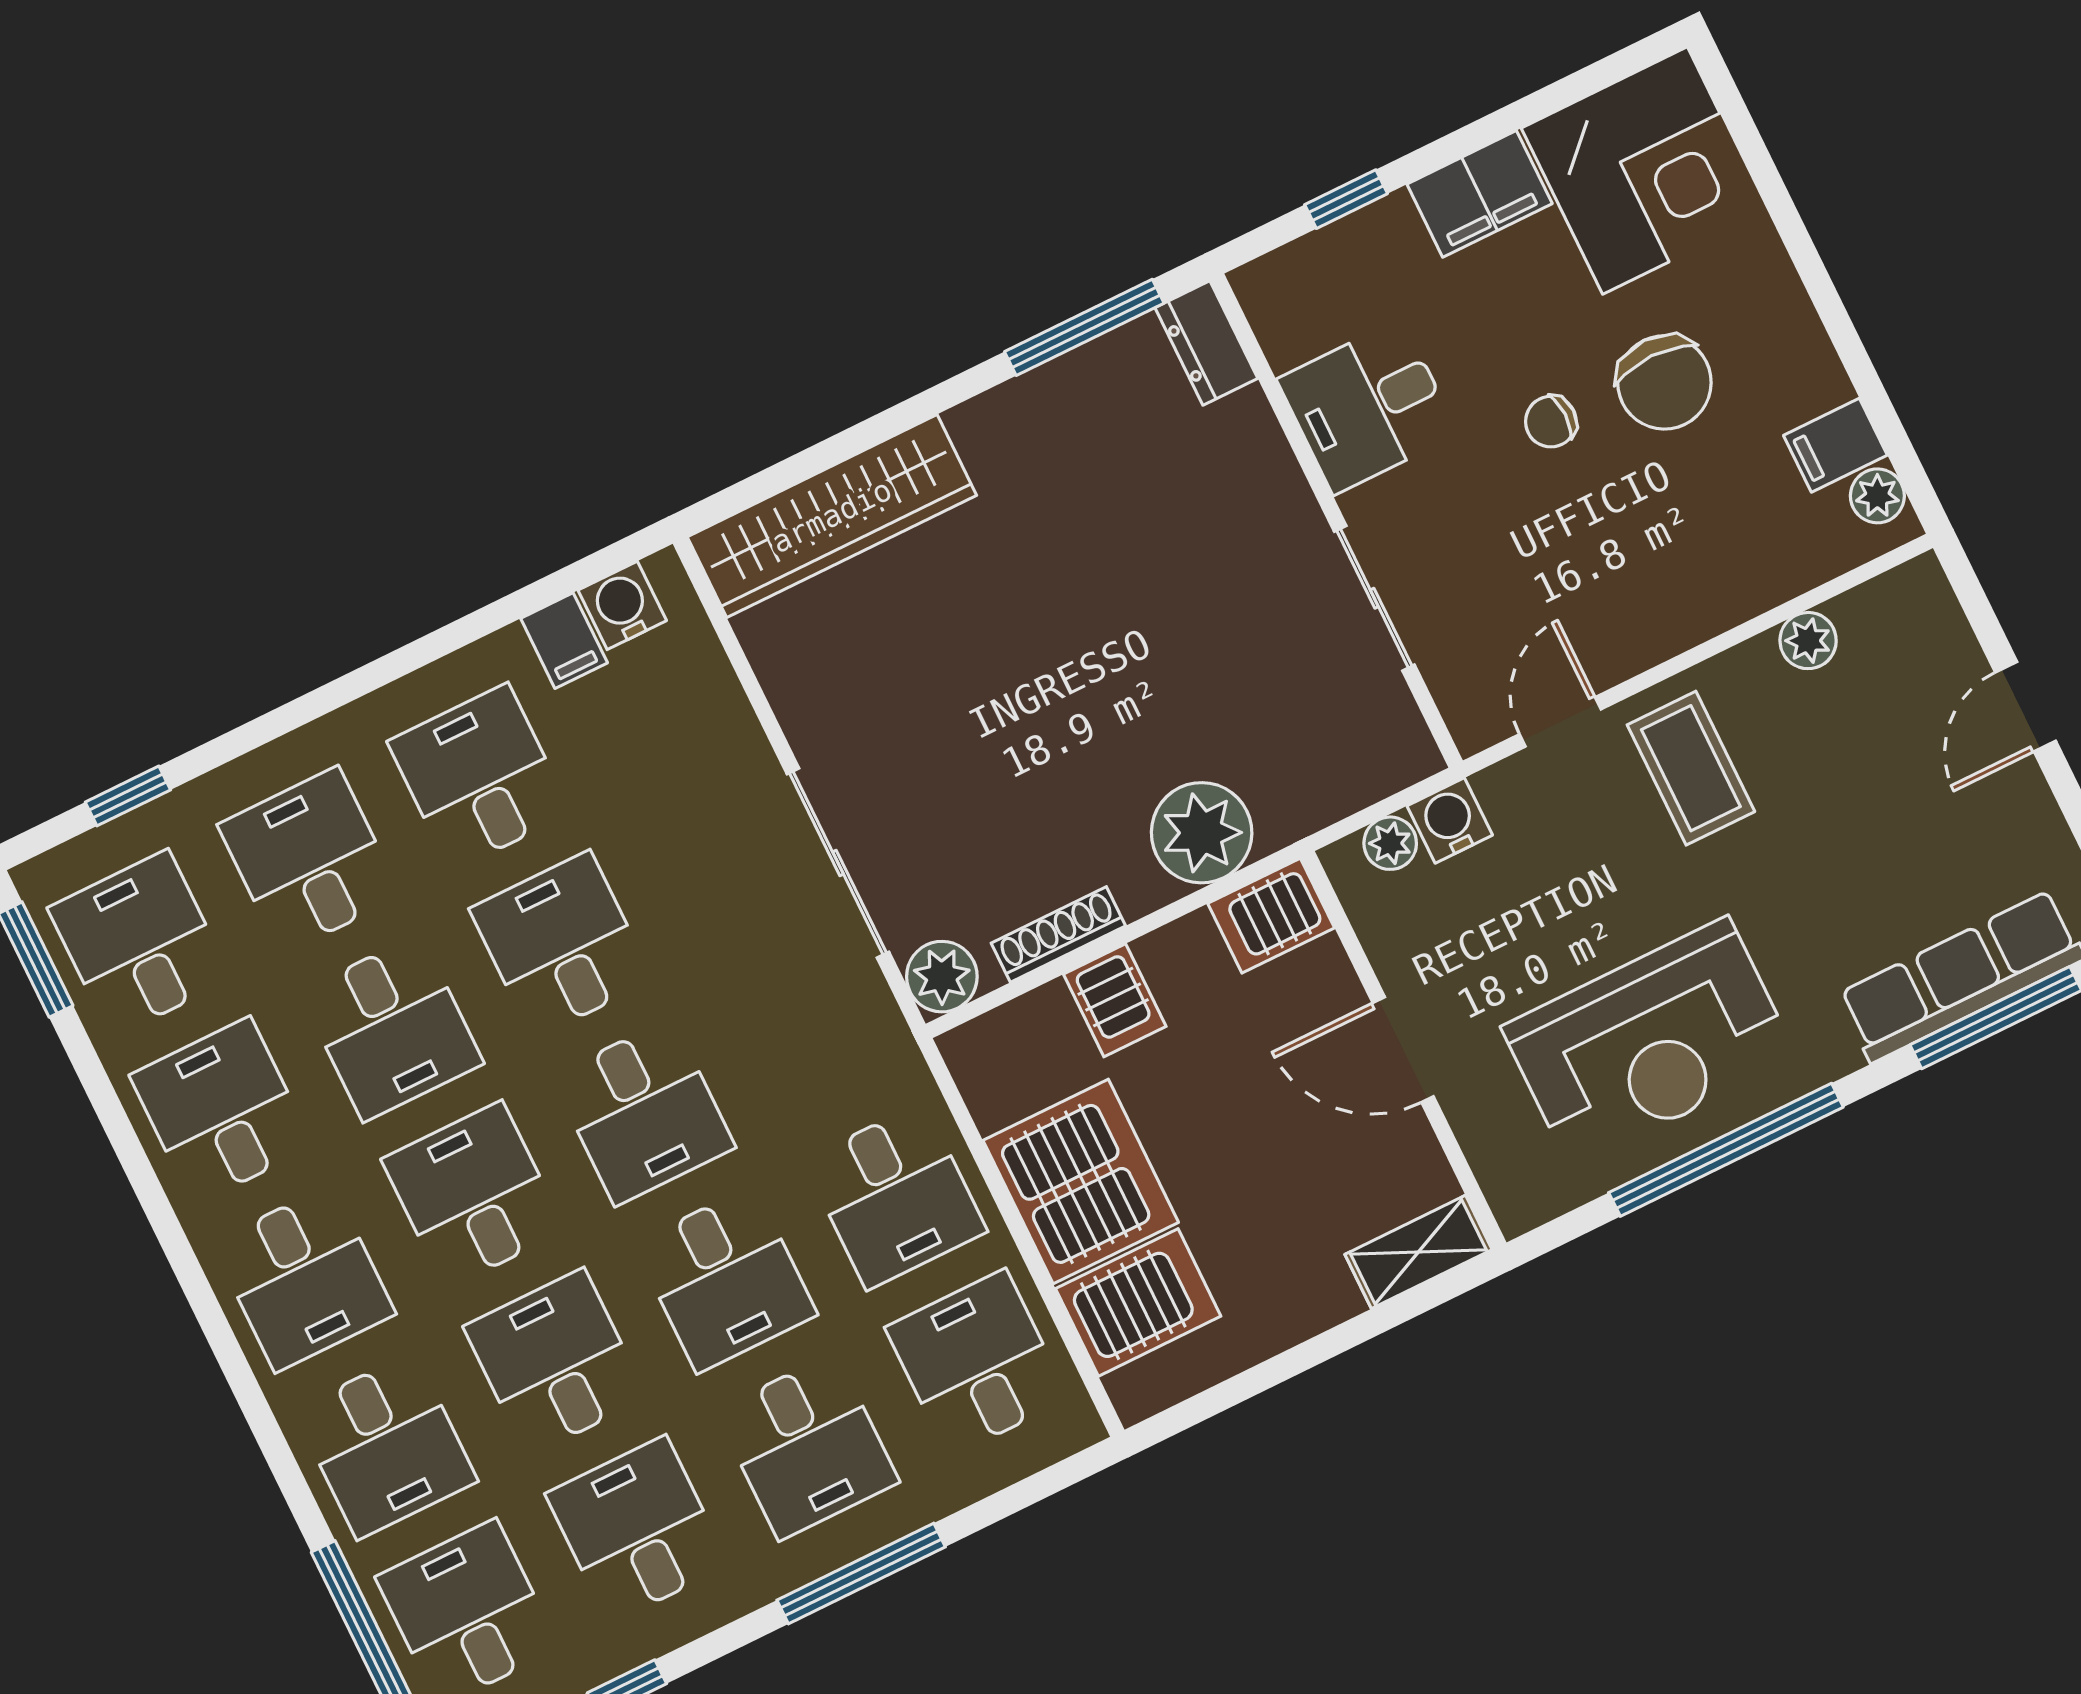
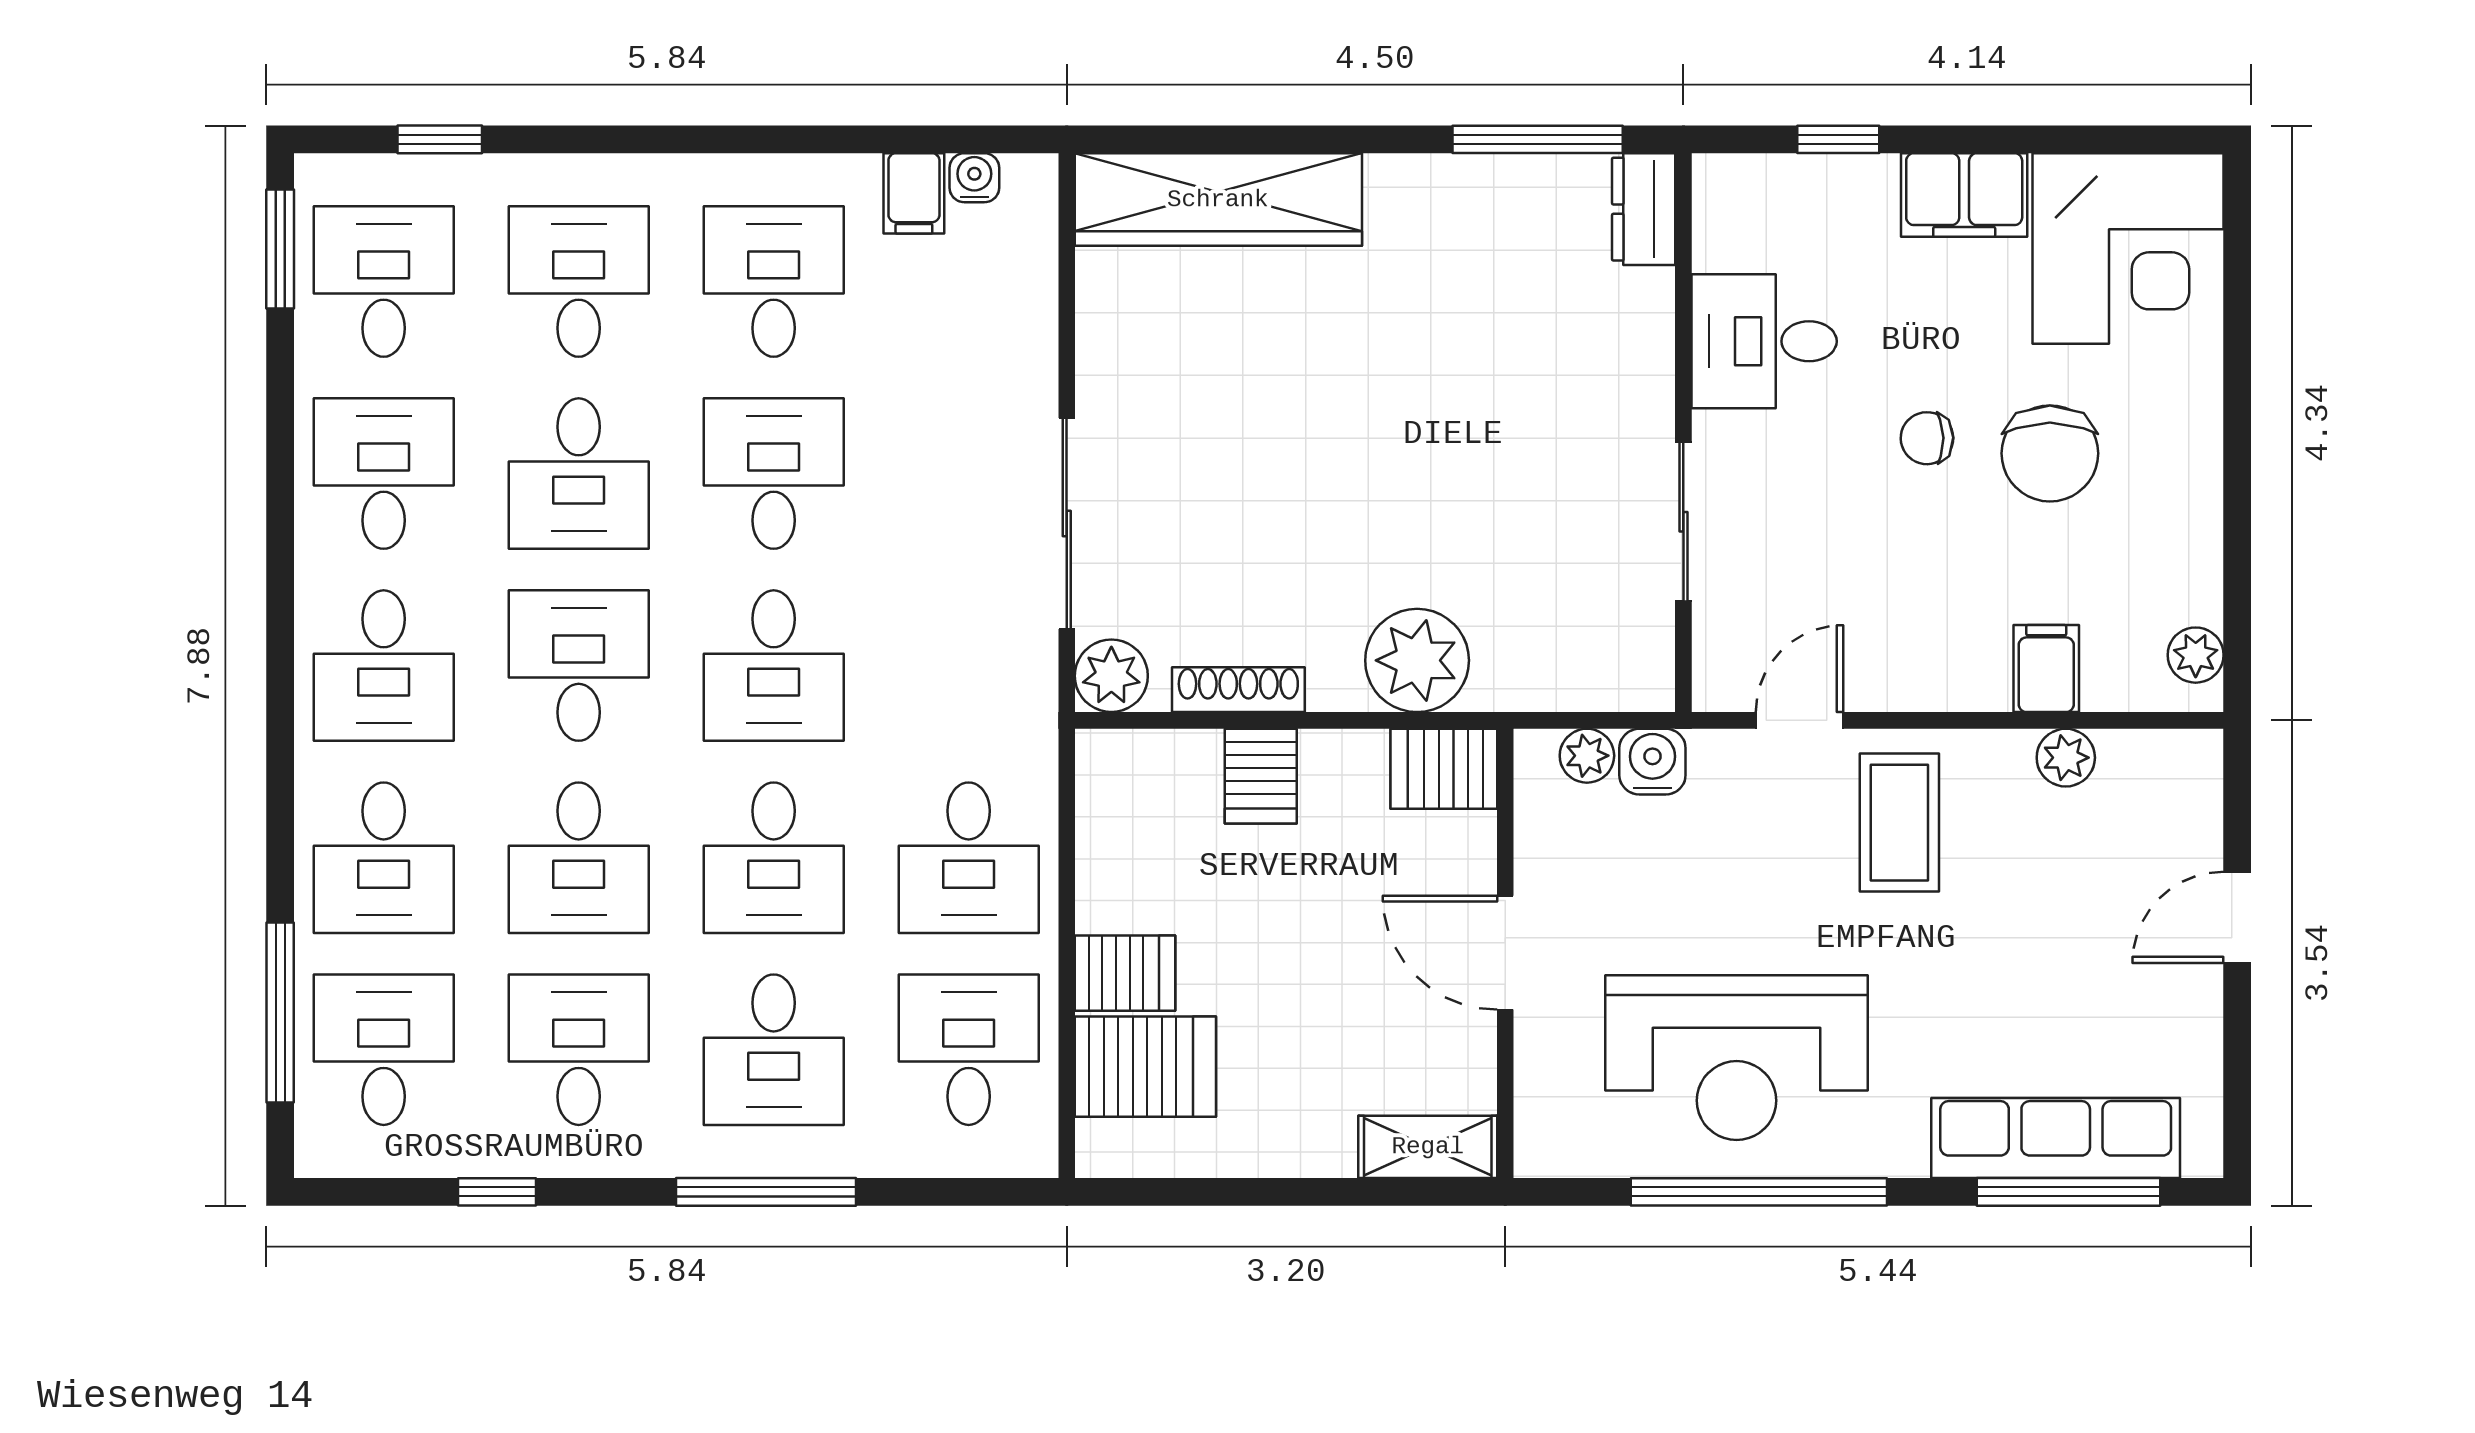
filing cabinet: (1835, 445) -> (2046, 669), moved, turned 90
water cooler: (622, 605) -> (974, 178), width x0.72, depth x0.72
server rack: (1081, 1181) -> (1125, 973), width x0.46, depth x0.70
desk: (555, 1362) -> (579, 858), turned 180

